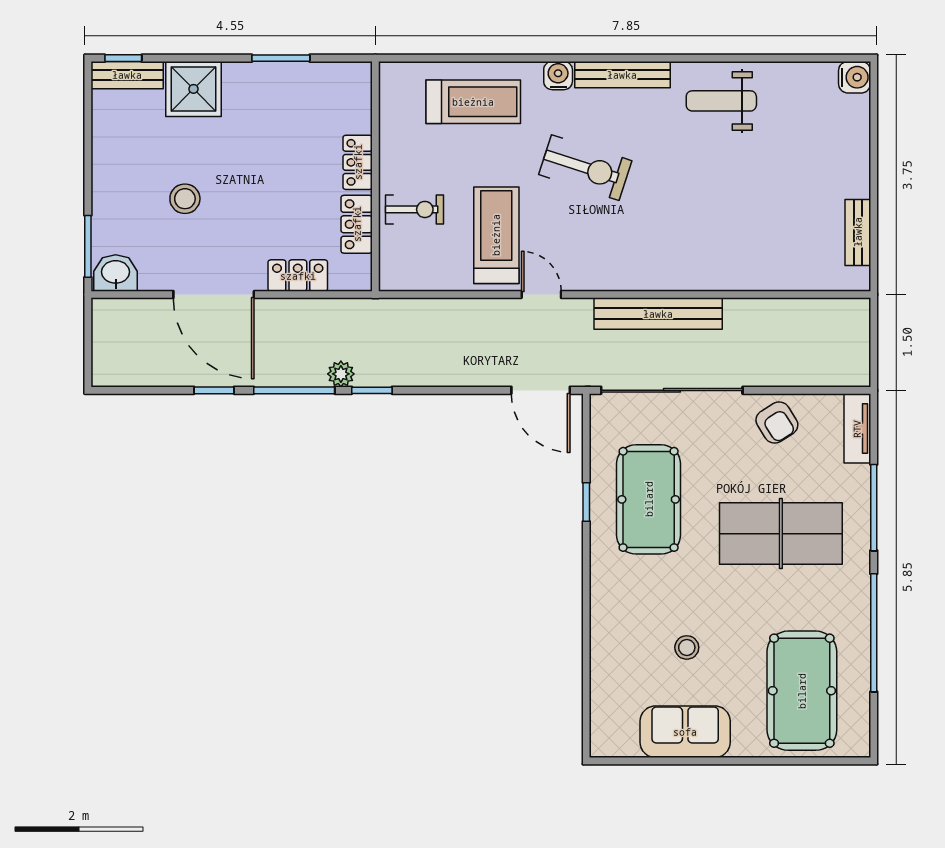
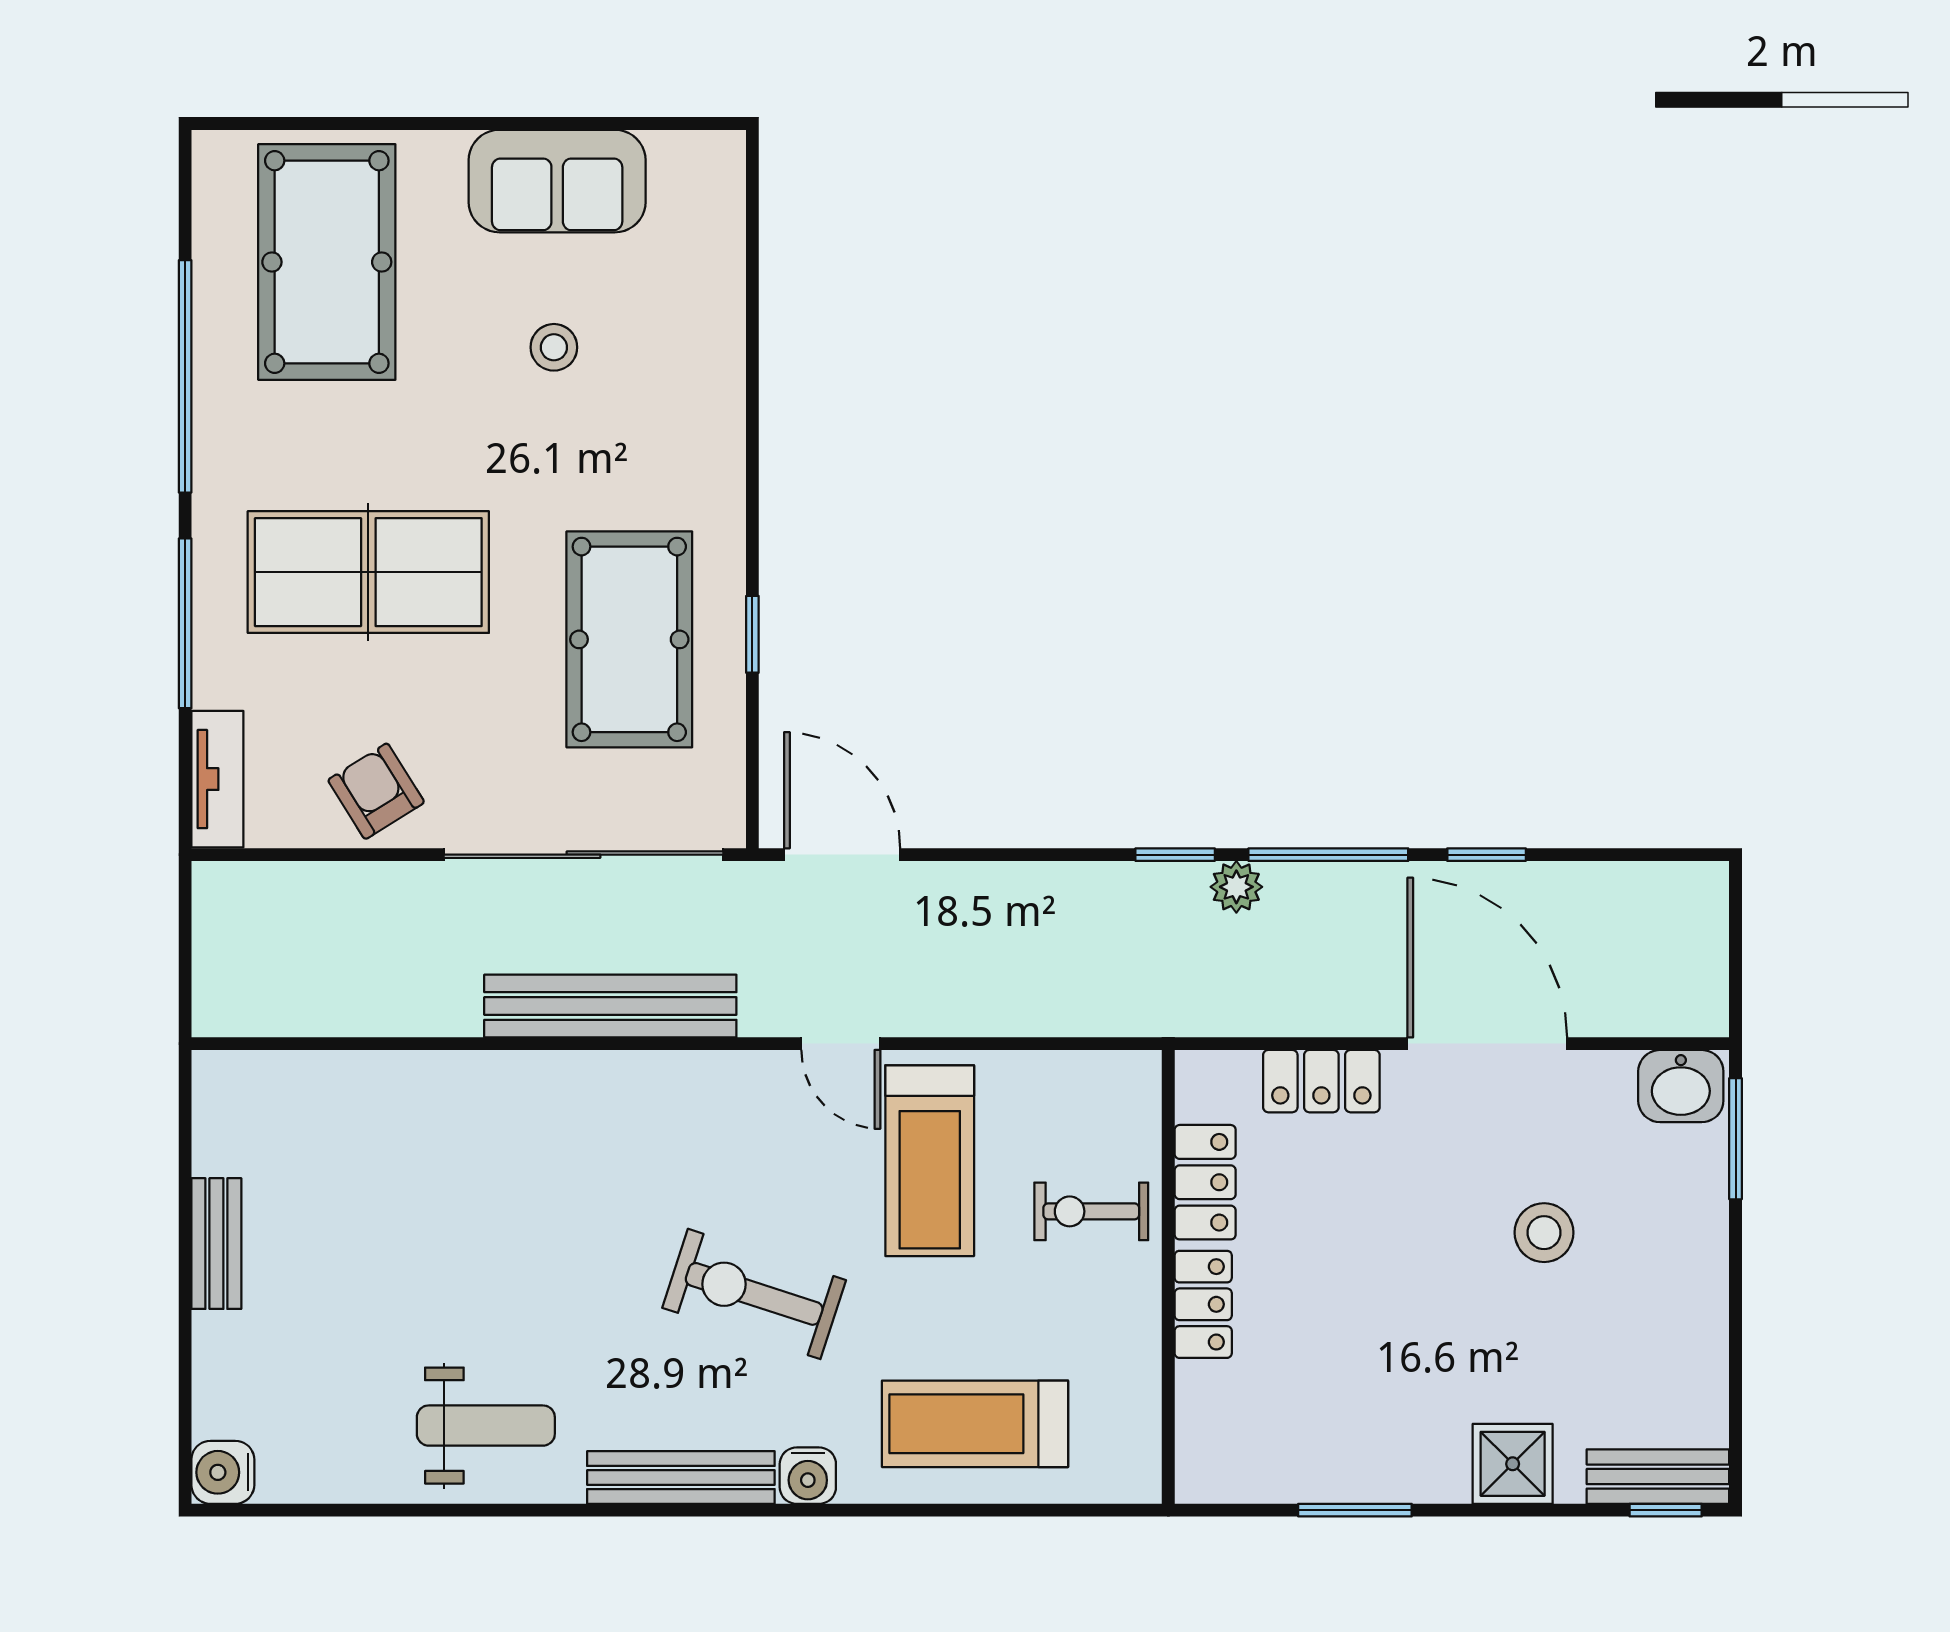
shower: (193, 89) -> (1513, 1464), width x0.73, depth x0.73
bench: (858, 232) -> (216, 1244), moved

